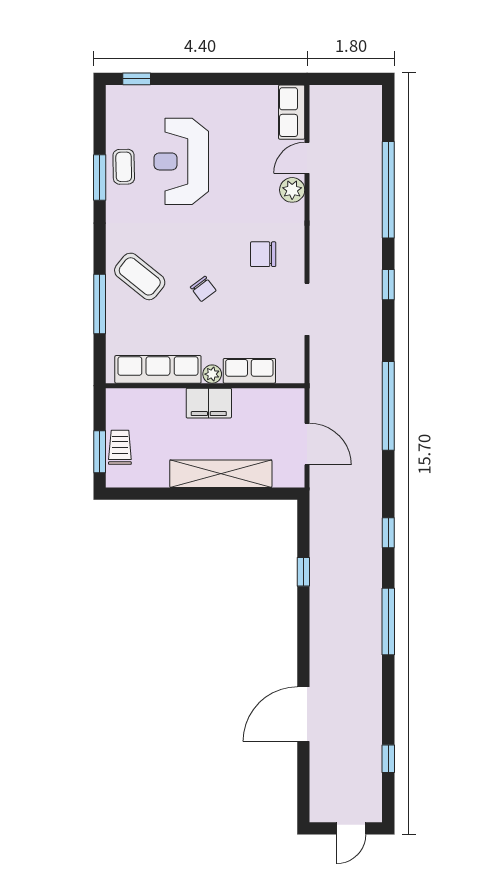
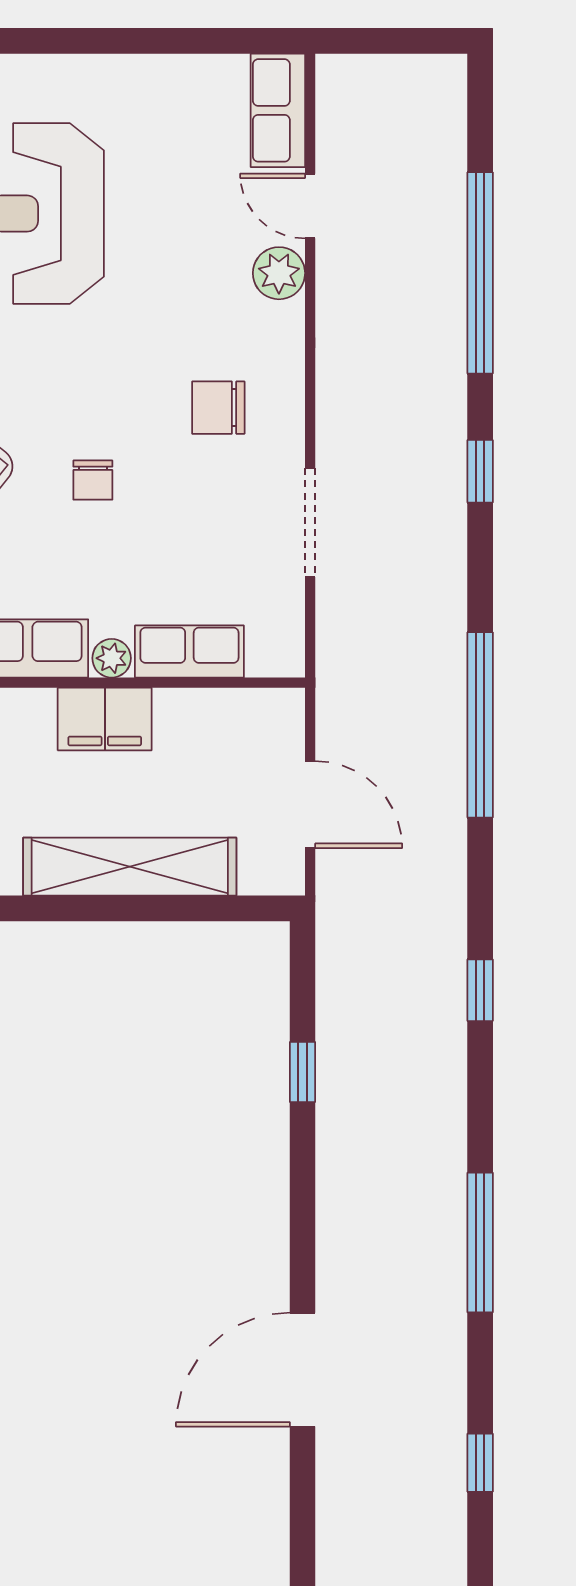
door: (307, 158) -> (310, 206), hinge flipped
chair: (203, 289) -> (93, 480), turned 37
window: (388, 622) -> (480, 1243), moved

